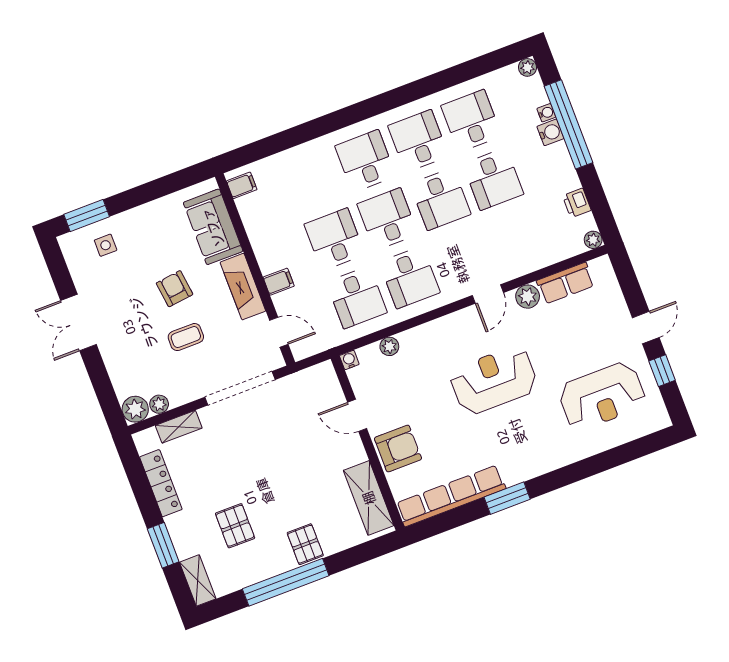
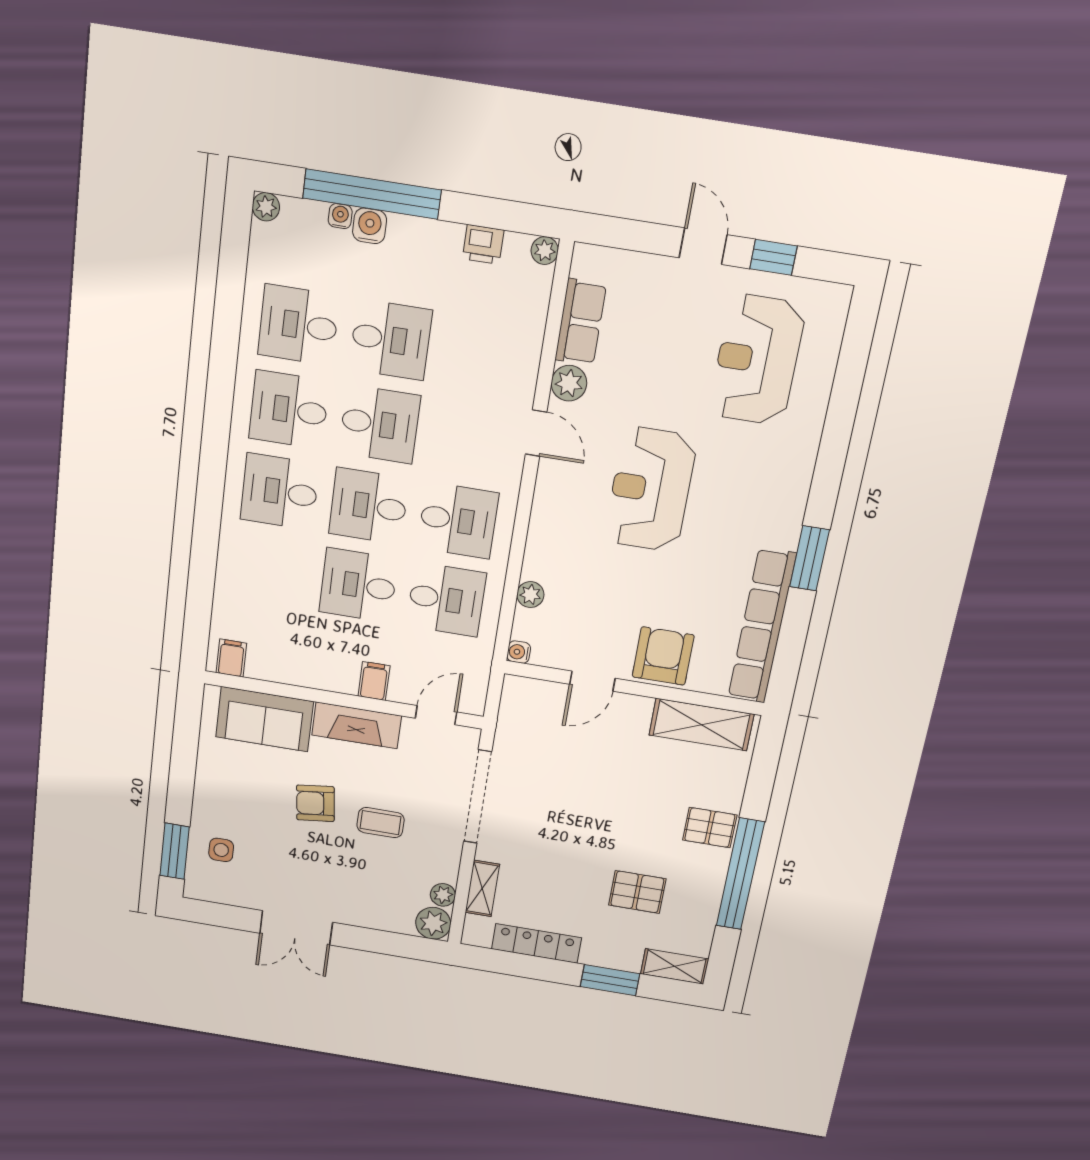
coffee table: (186, 337) -> (381, 823), turned 90
reception desk: (602, 396) -> (757, 360), turned 180

